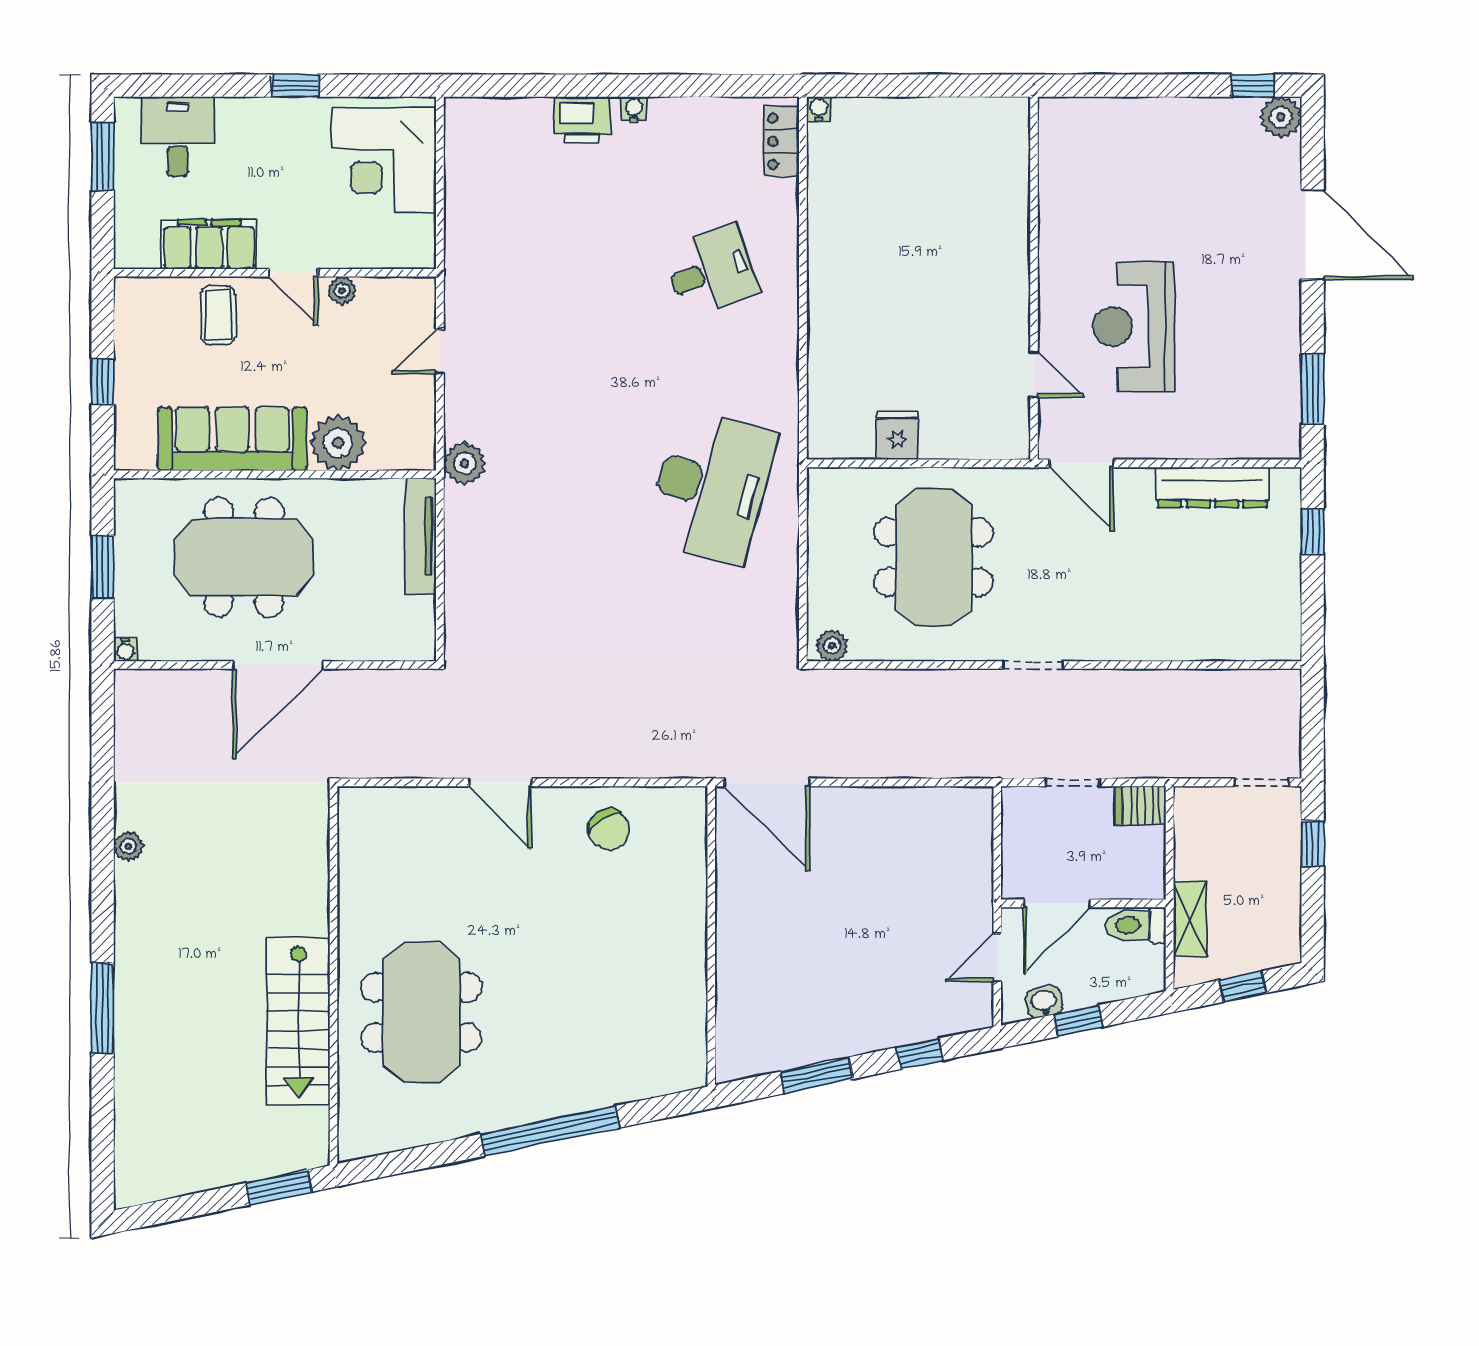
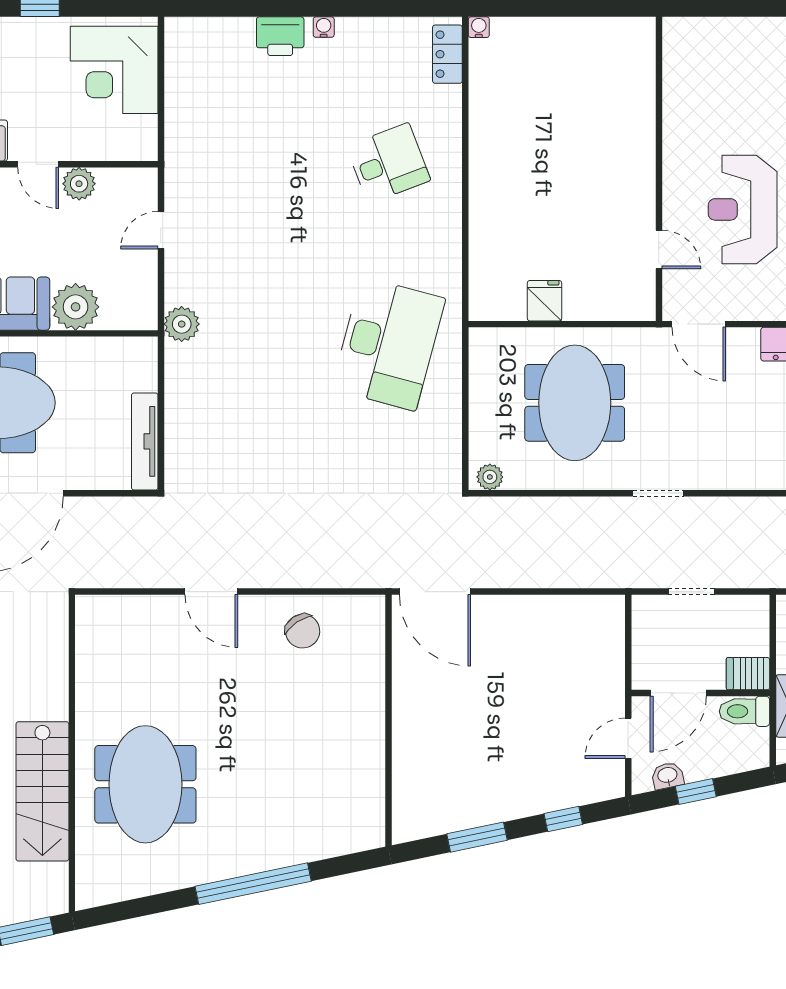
plant: (342, 291) -> (79, 184), width x1.38, depth x1.38
tv unit: (421, 536) -> (145, 441), moved
server rack: (1140, 806) -> (748, 674), moved

